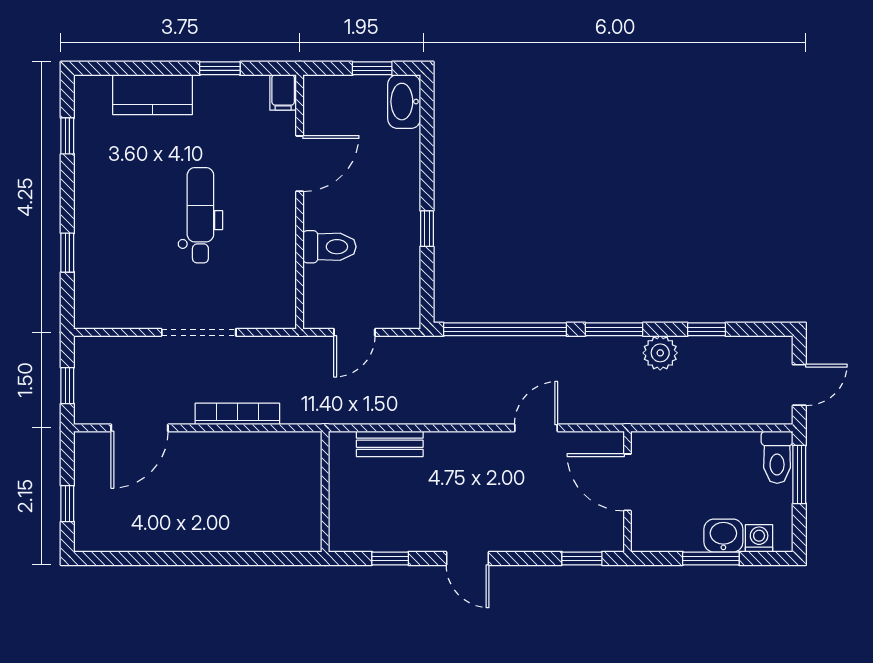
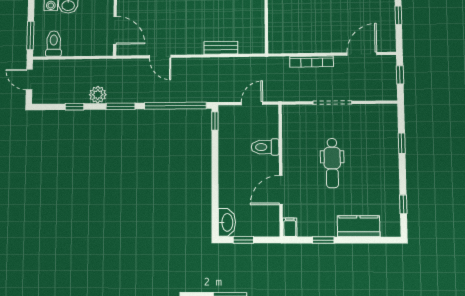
window: (427, 229) -> (215, 121), moved
door: (799, 385) -> (29, 79), hinge flipped
door: (536, 428) -> (160, 57), hinge flipped
bench: (390, 444) -> (221, 48), moved
toilet: (777, 457) -> (54, 44), moved

